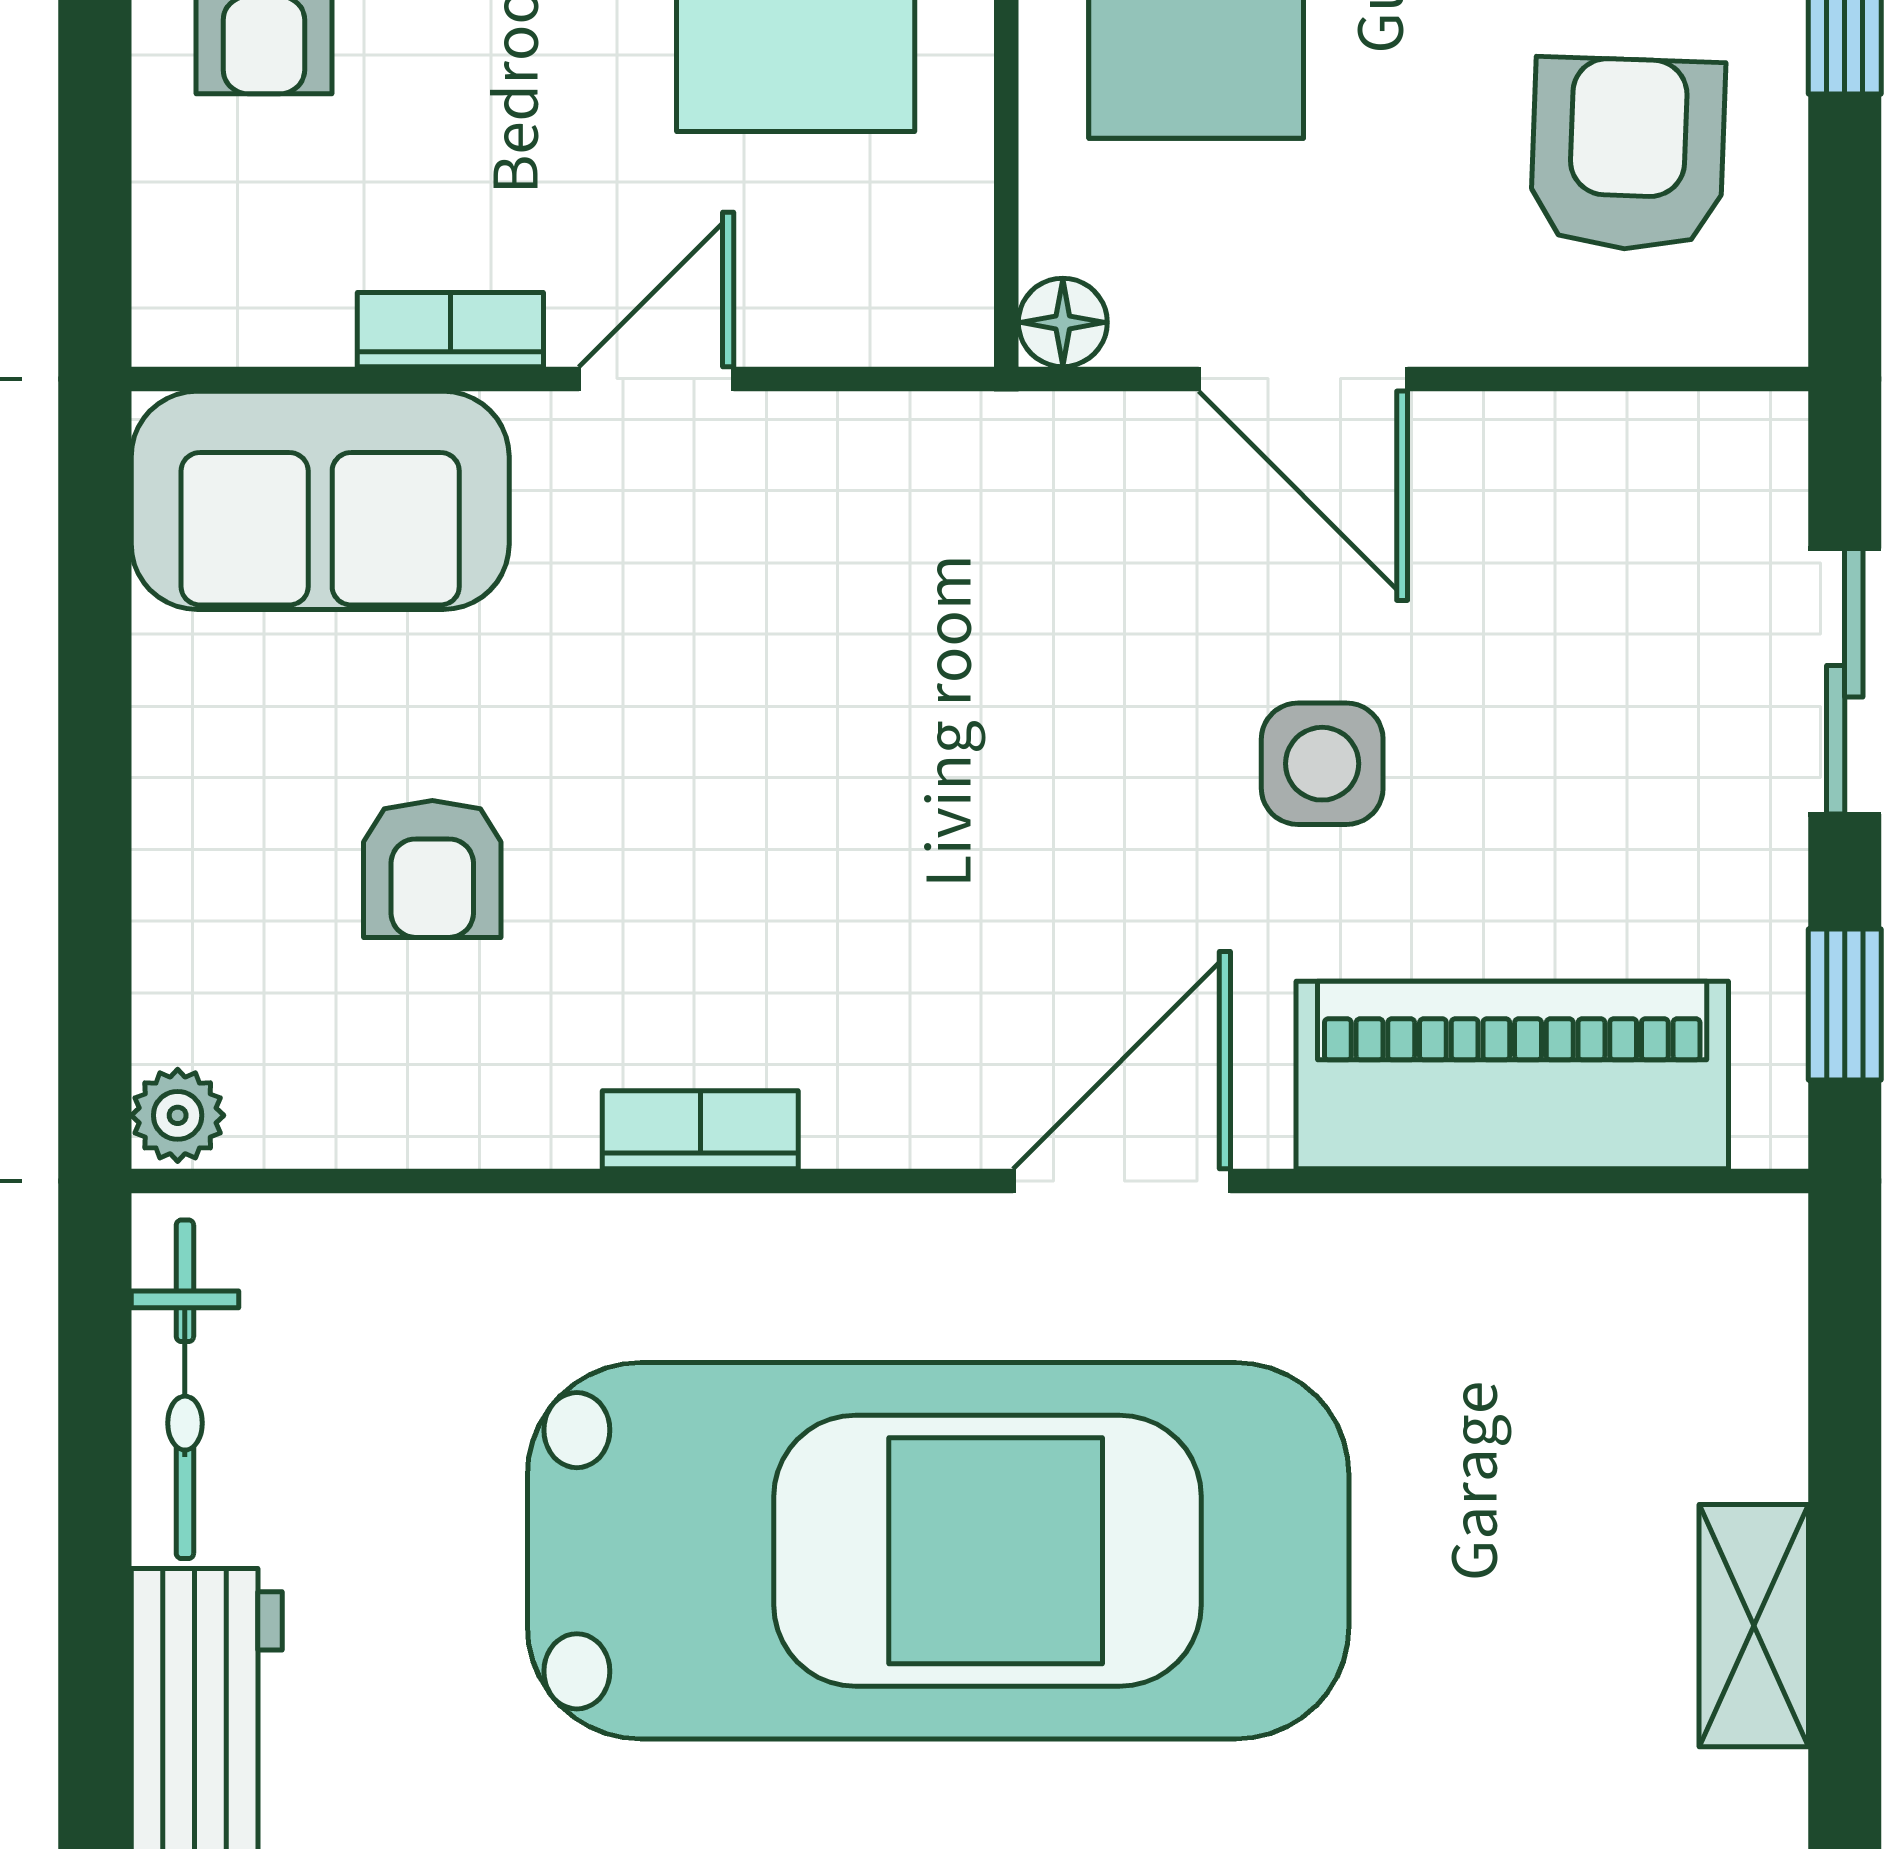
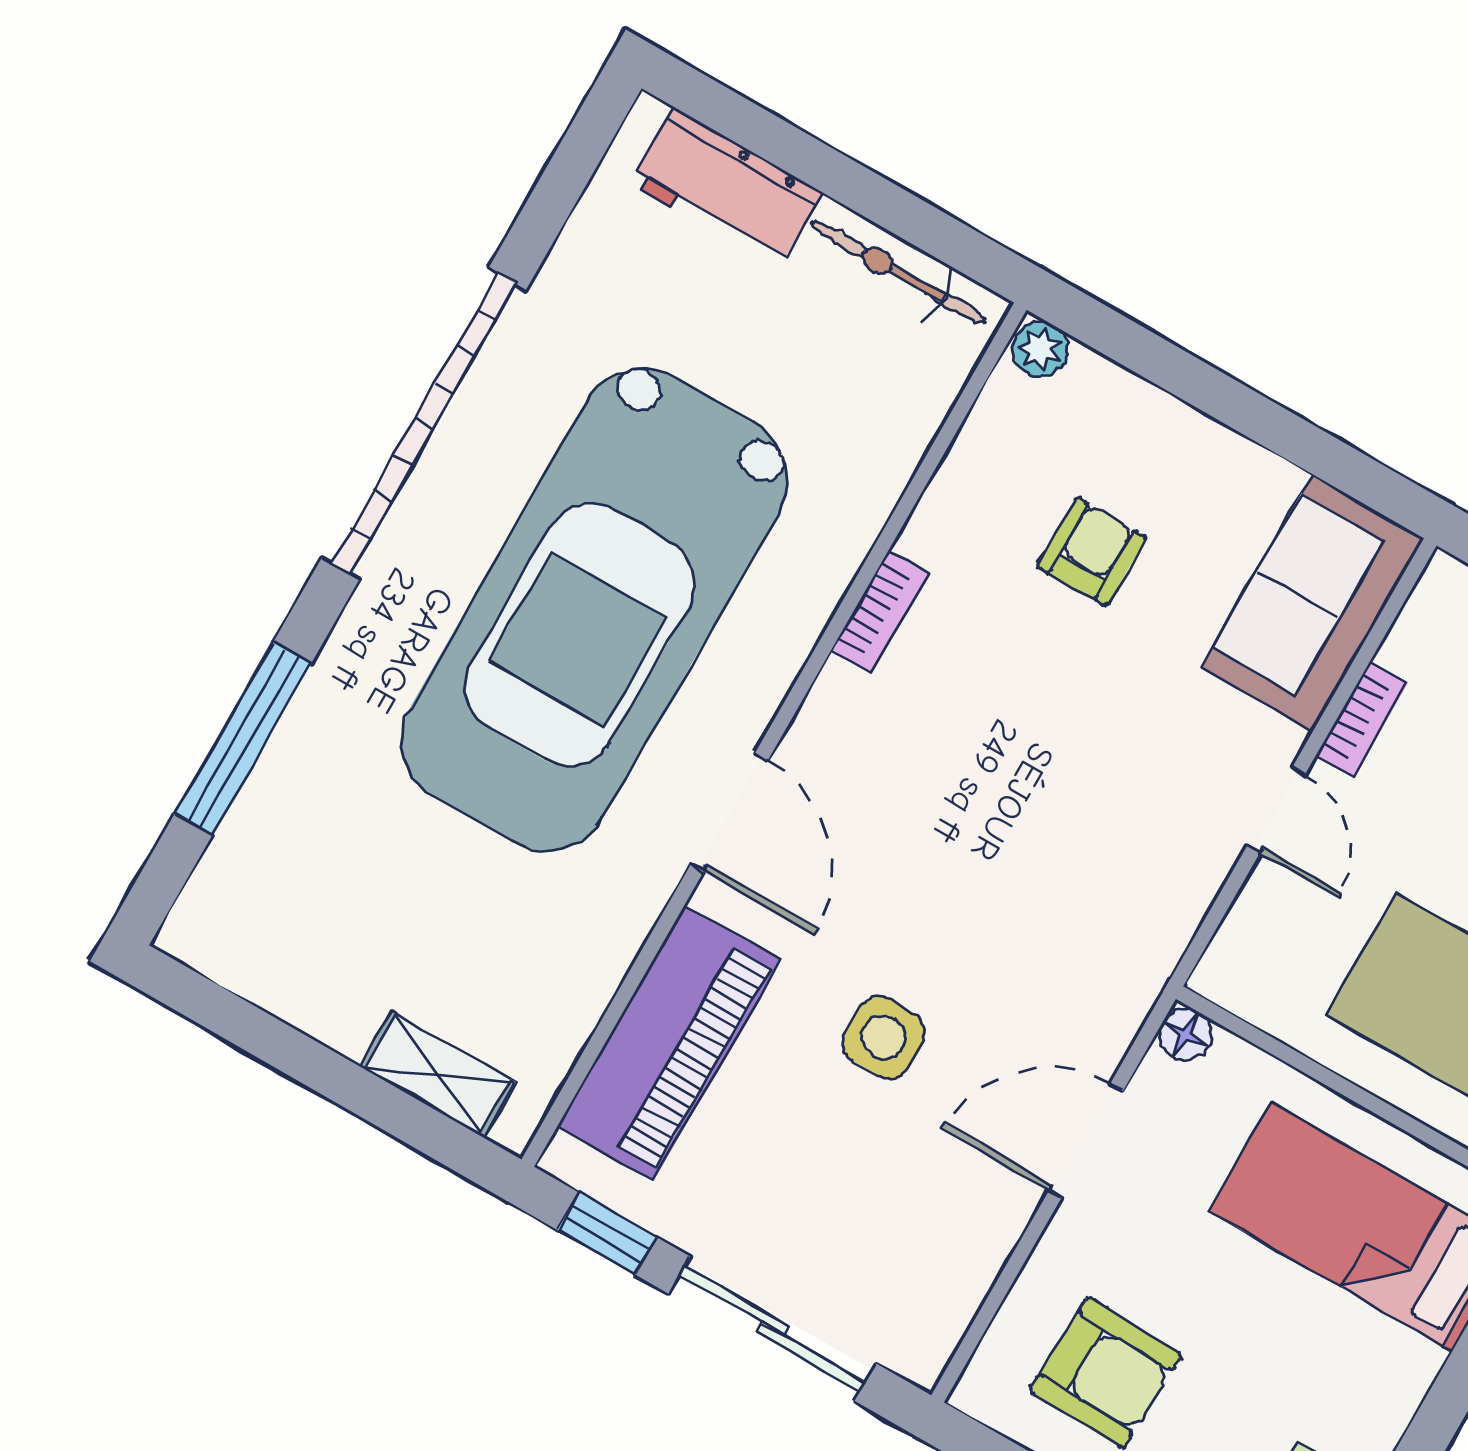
sliding door: (1845, 681) -> (772, 1329), width x1.37
armchair: (432, 869) -> (1091, 552), turned 90
shelving: (1754, 1626) -> (438, 1074), moved

